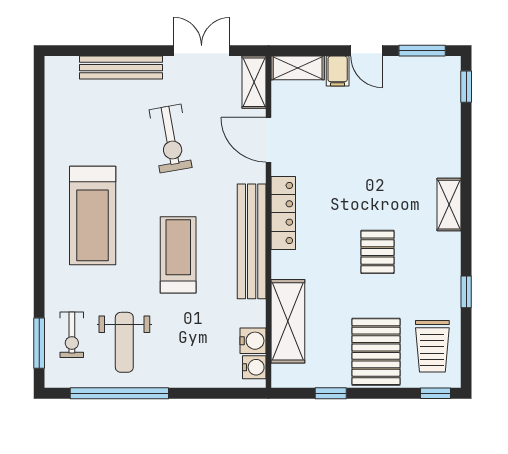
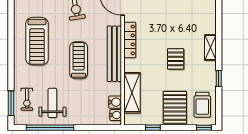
shelving: (449, 205) -> (210, 48), moved
weight bench: (124, 342) -> (52, 103), turned 180

